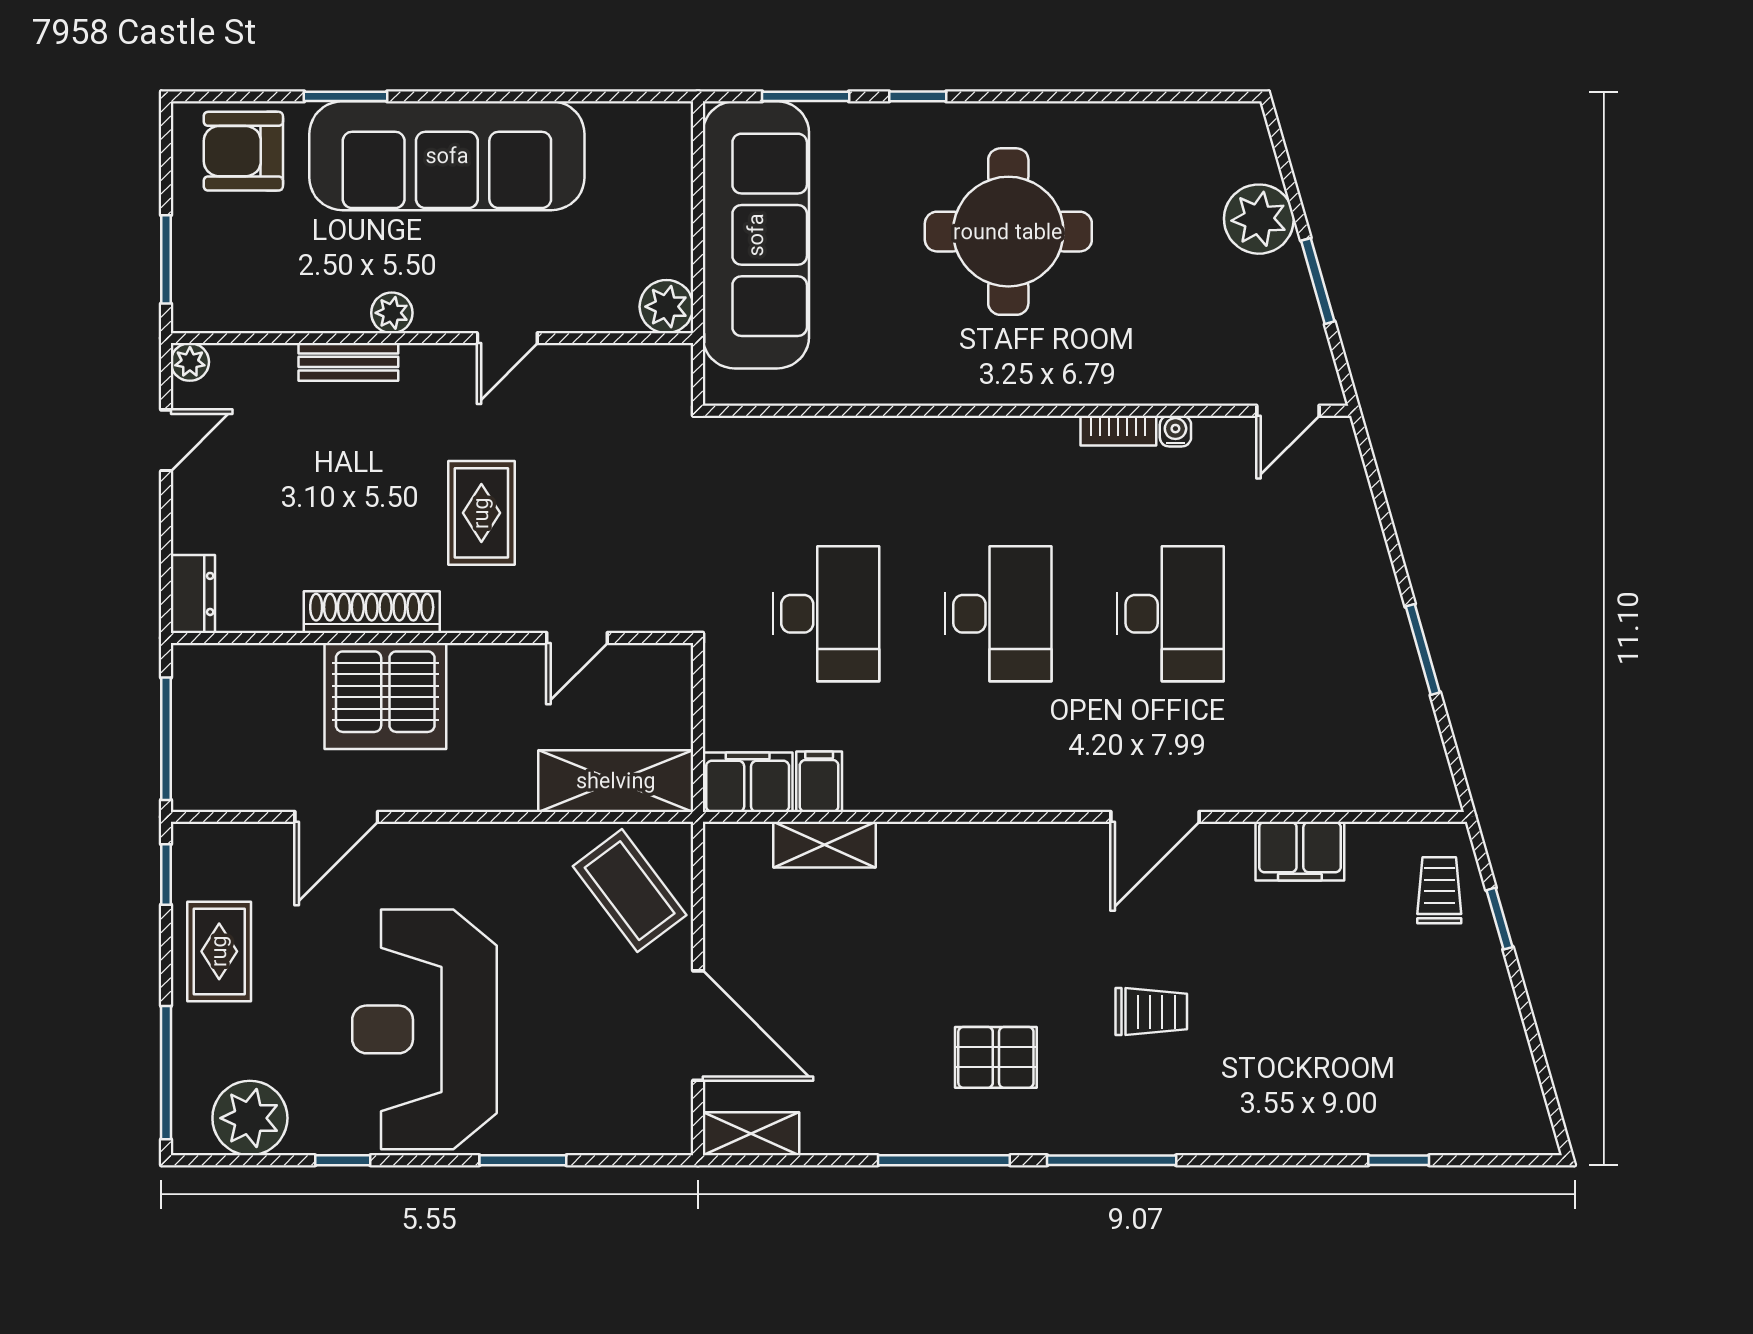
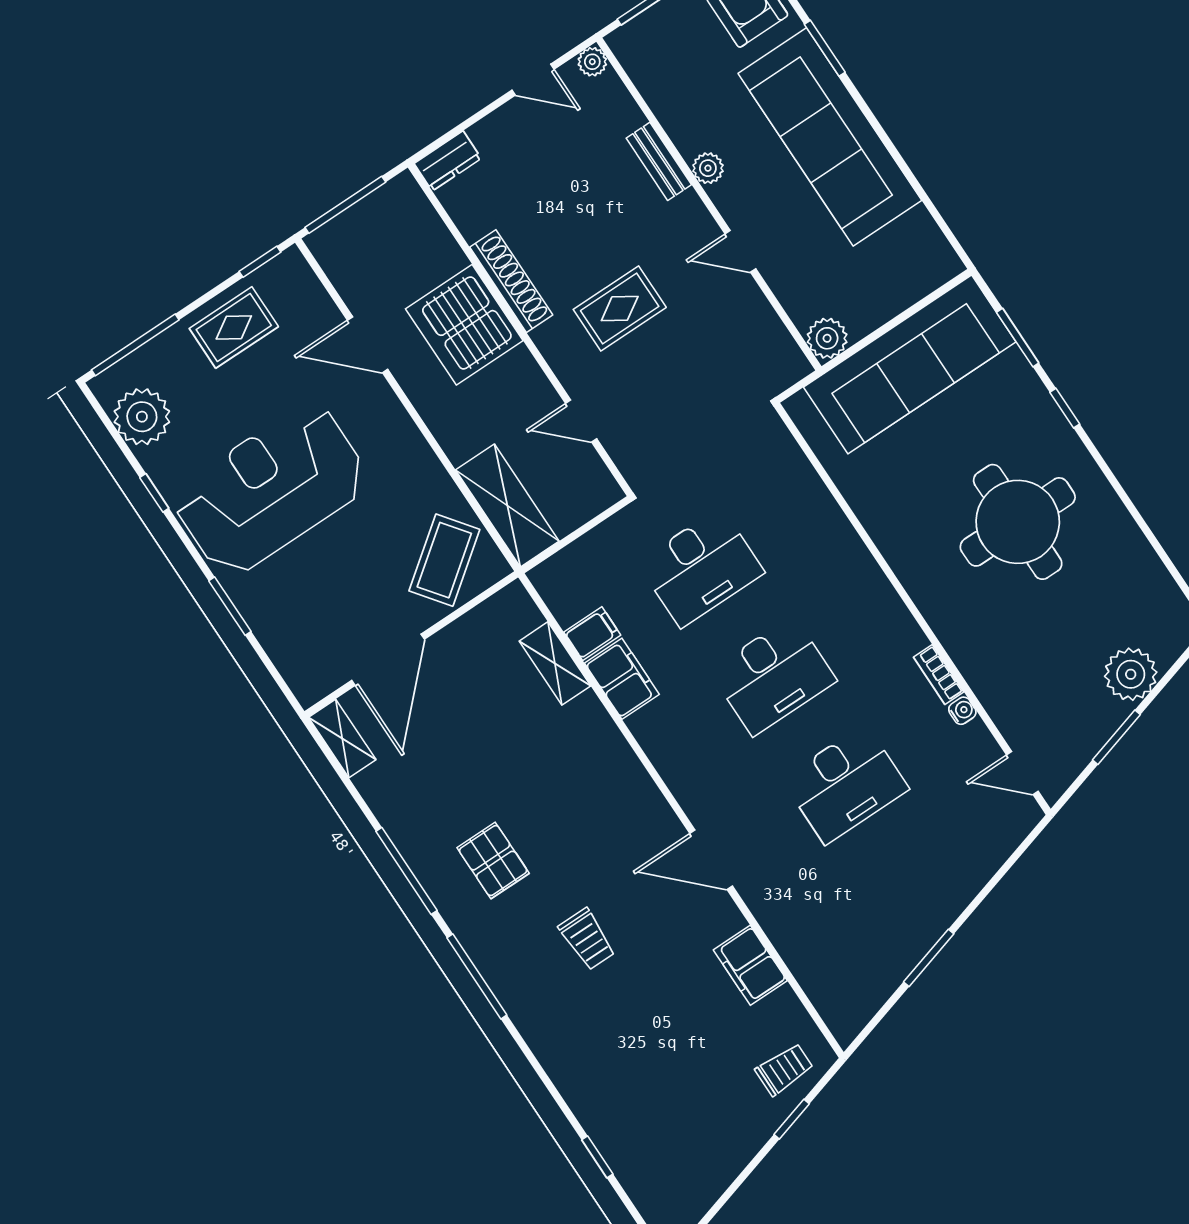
filing cabinet: (748, 782) -> (622, 679), moved

